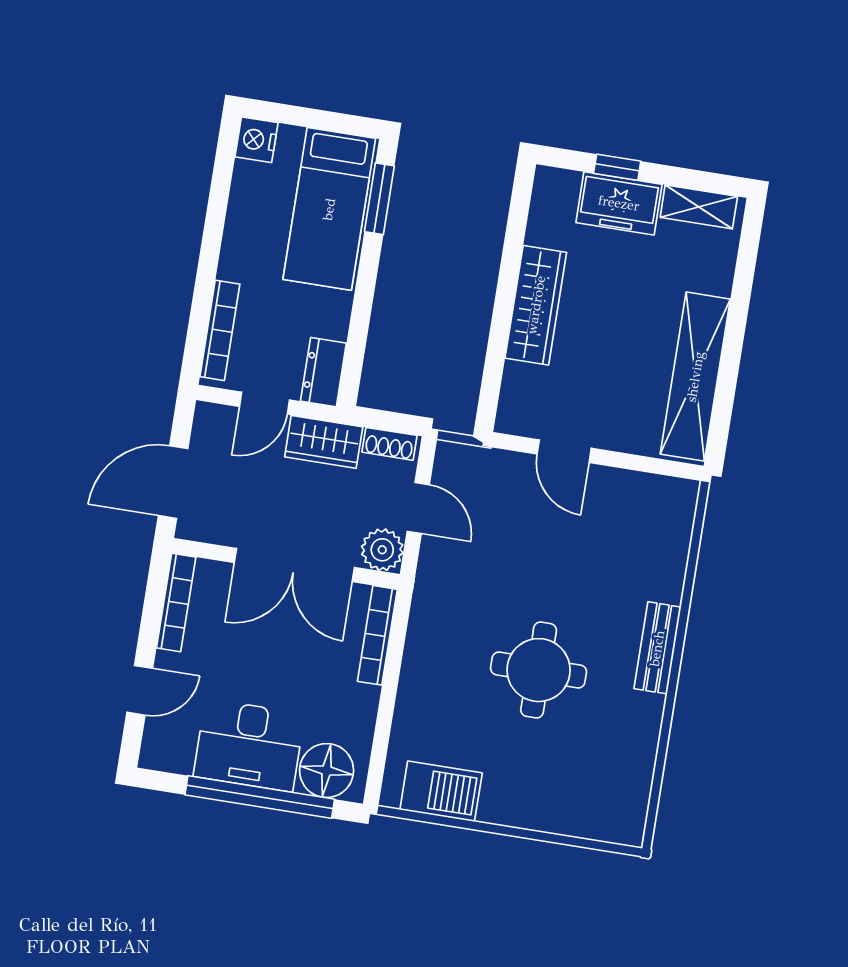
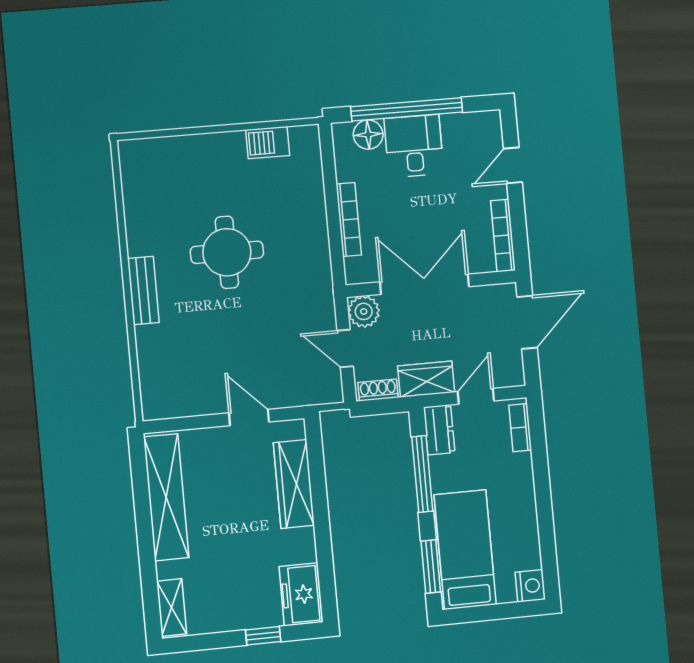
freezer: (619, 203) -> (301, 594), moved, turned -90
shelving: (699, 207) -> (172, 607), moved, turned 90
wardrobe: (536, 305) -> (294, 484), moved
window: (360, 321) -> (422, 474), added
bookcase: (220, 330) -> (520, 428), width x0.64
bookcase: (377, 635) -> (349, 219), moved
desk: (249, 745) -> (414, 146), width x0.73
floor lamp: (327, 771) -> (368, 135), width x0.73, depth x0.73
barbecue: (441, 791) -> (268, 143), width x0.73, depth x0.79

